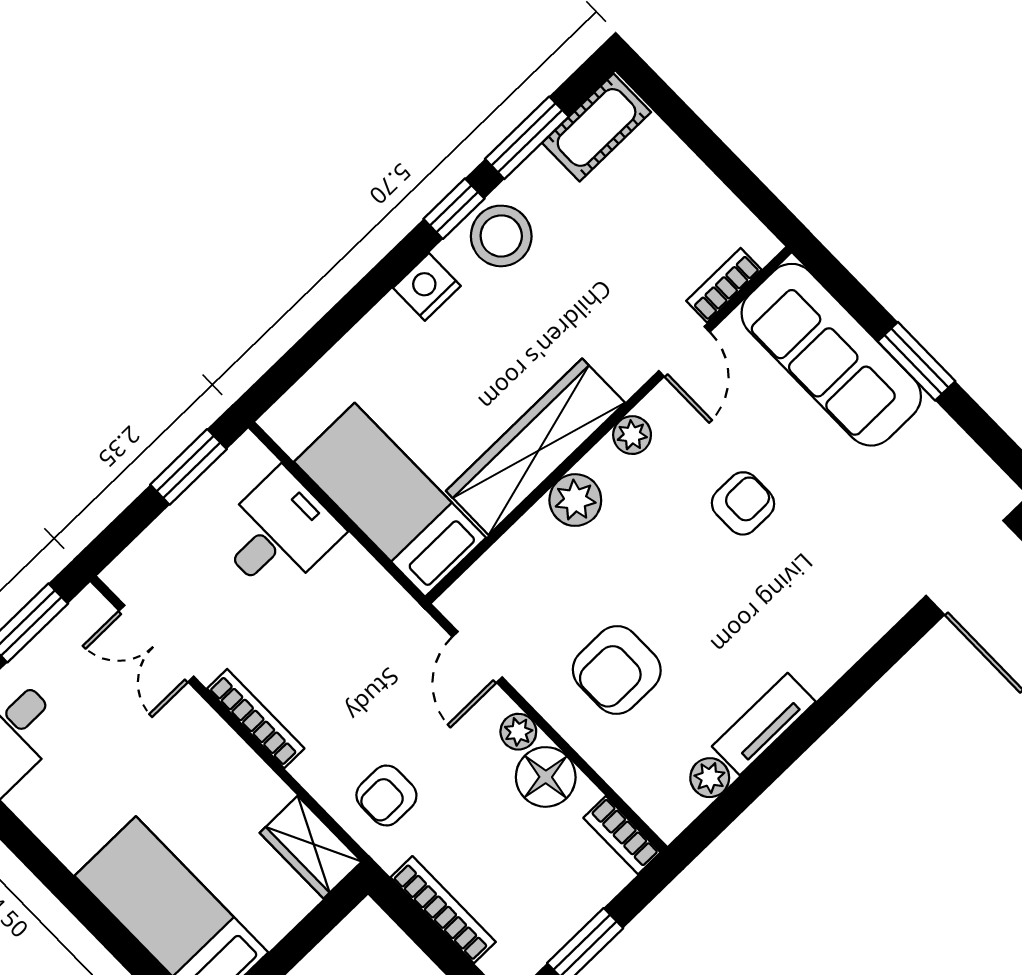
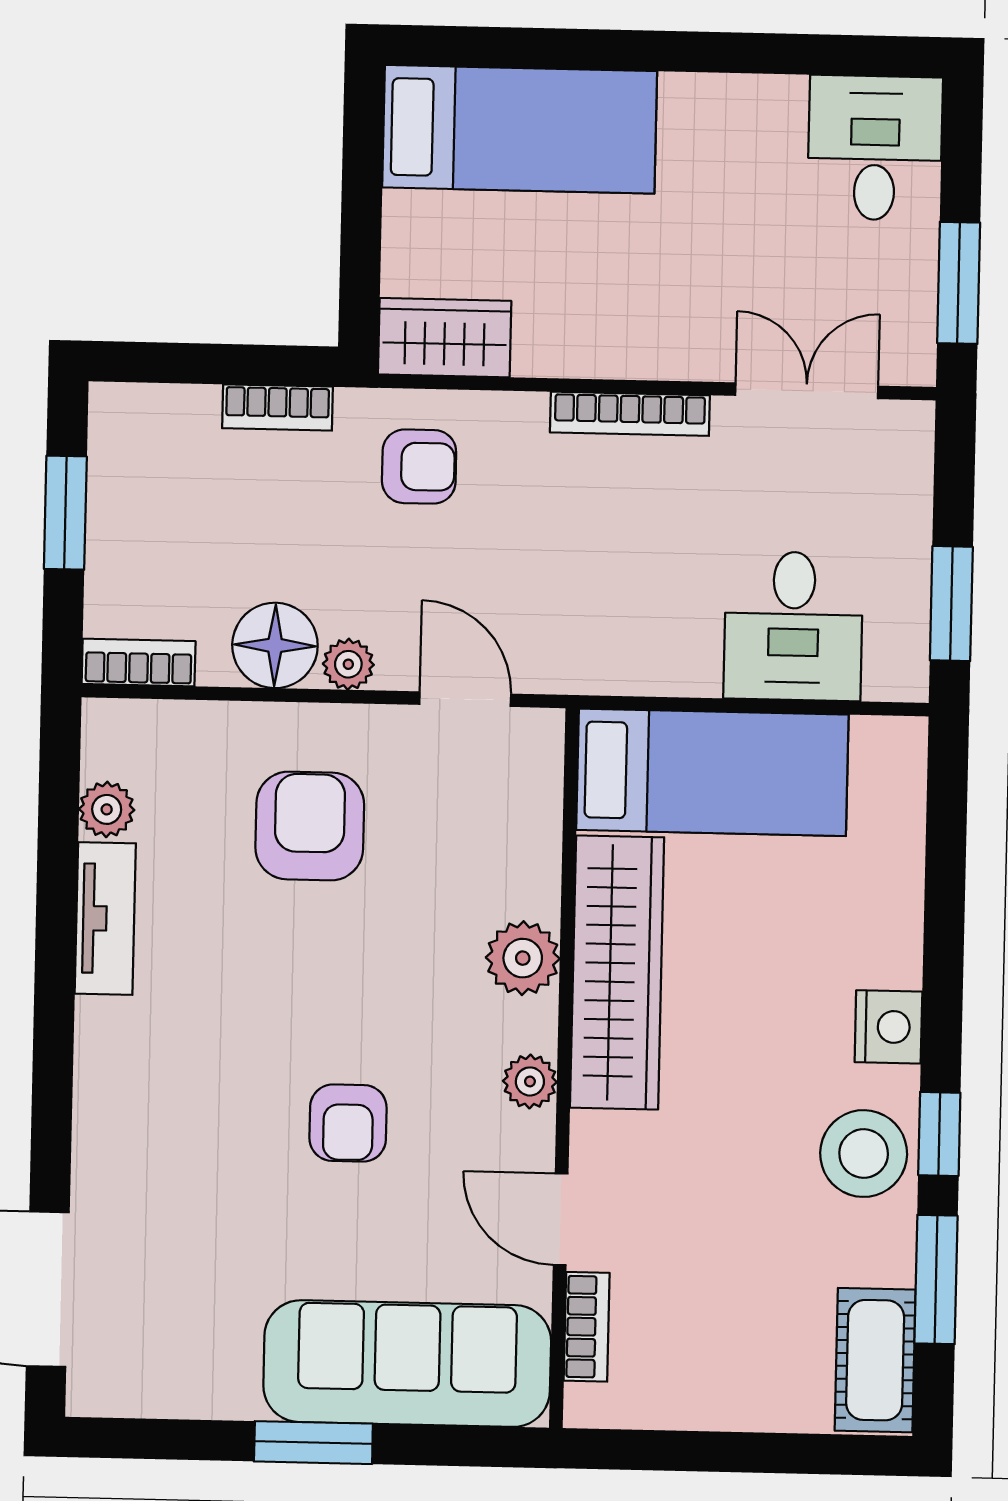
armchair: (386, 796) -> (419, 467), turned 90
bookcase: (443, 910) -> (277, 407), width x0.64

